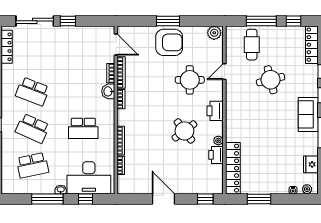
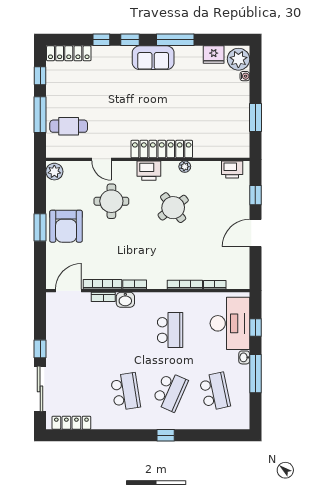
armchair: (169, 42) -> (66, 226), turned 180
round table: (271, 80) -> (111, 103), removed
school desk: (33, 91) -> (125, 392), turned -30
printer: (216, 155) -> (232, 169), moved
locker: (233, 168) -> (162, 149), moved
plant: (307, 189) -> (238, 59), width x1.88, depth x1.88
window: (205, 199) -> (255, 195), moved

